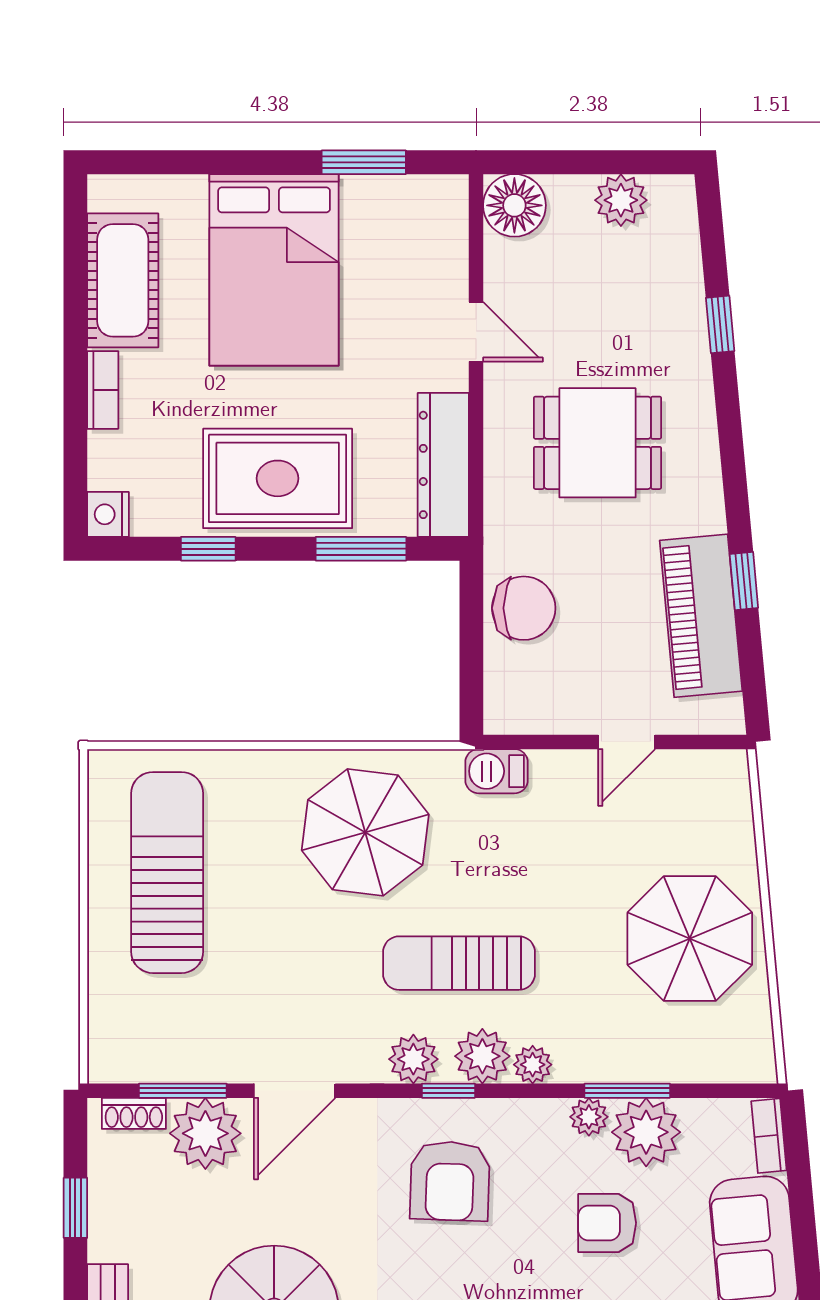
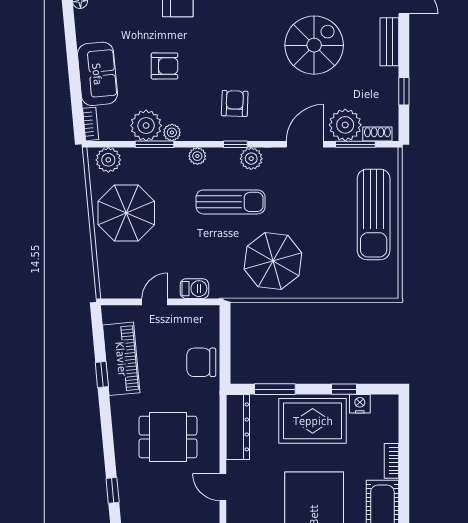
nightstand: (108, 514) -> (360, 404), moved, turned -90
barbecue: (497, 771) -> (194, 289), moved
sun lounger: (167, 873) -> (374, 214), moved
plant: (482, 1056) -> (108, 160), moved
armchair: (450, 1181) -> (235, 103), width x0.72, depth x0.72
armchair: (607, 1223) -> (165, 66), moved

